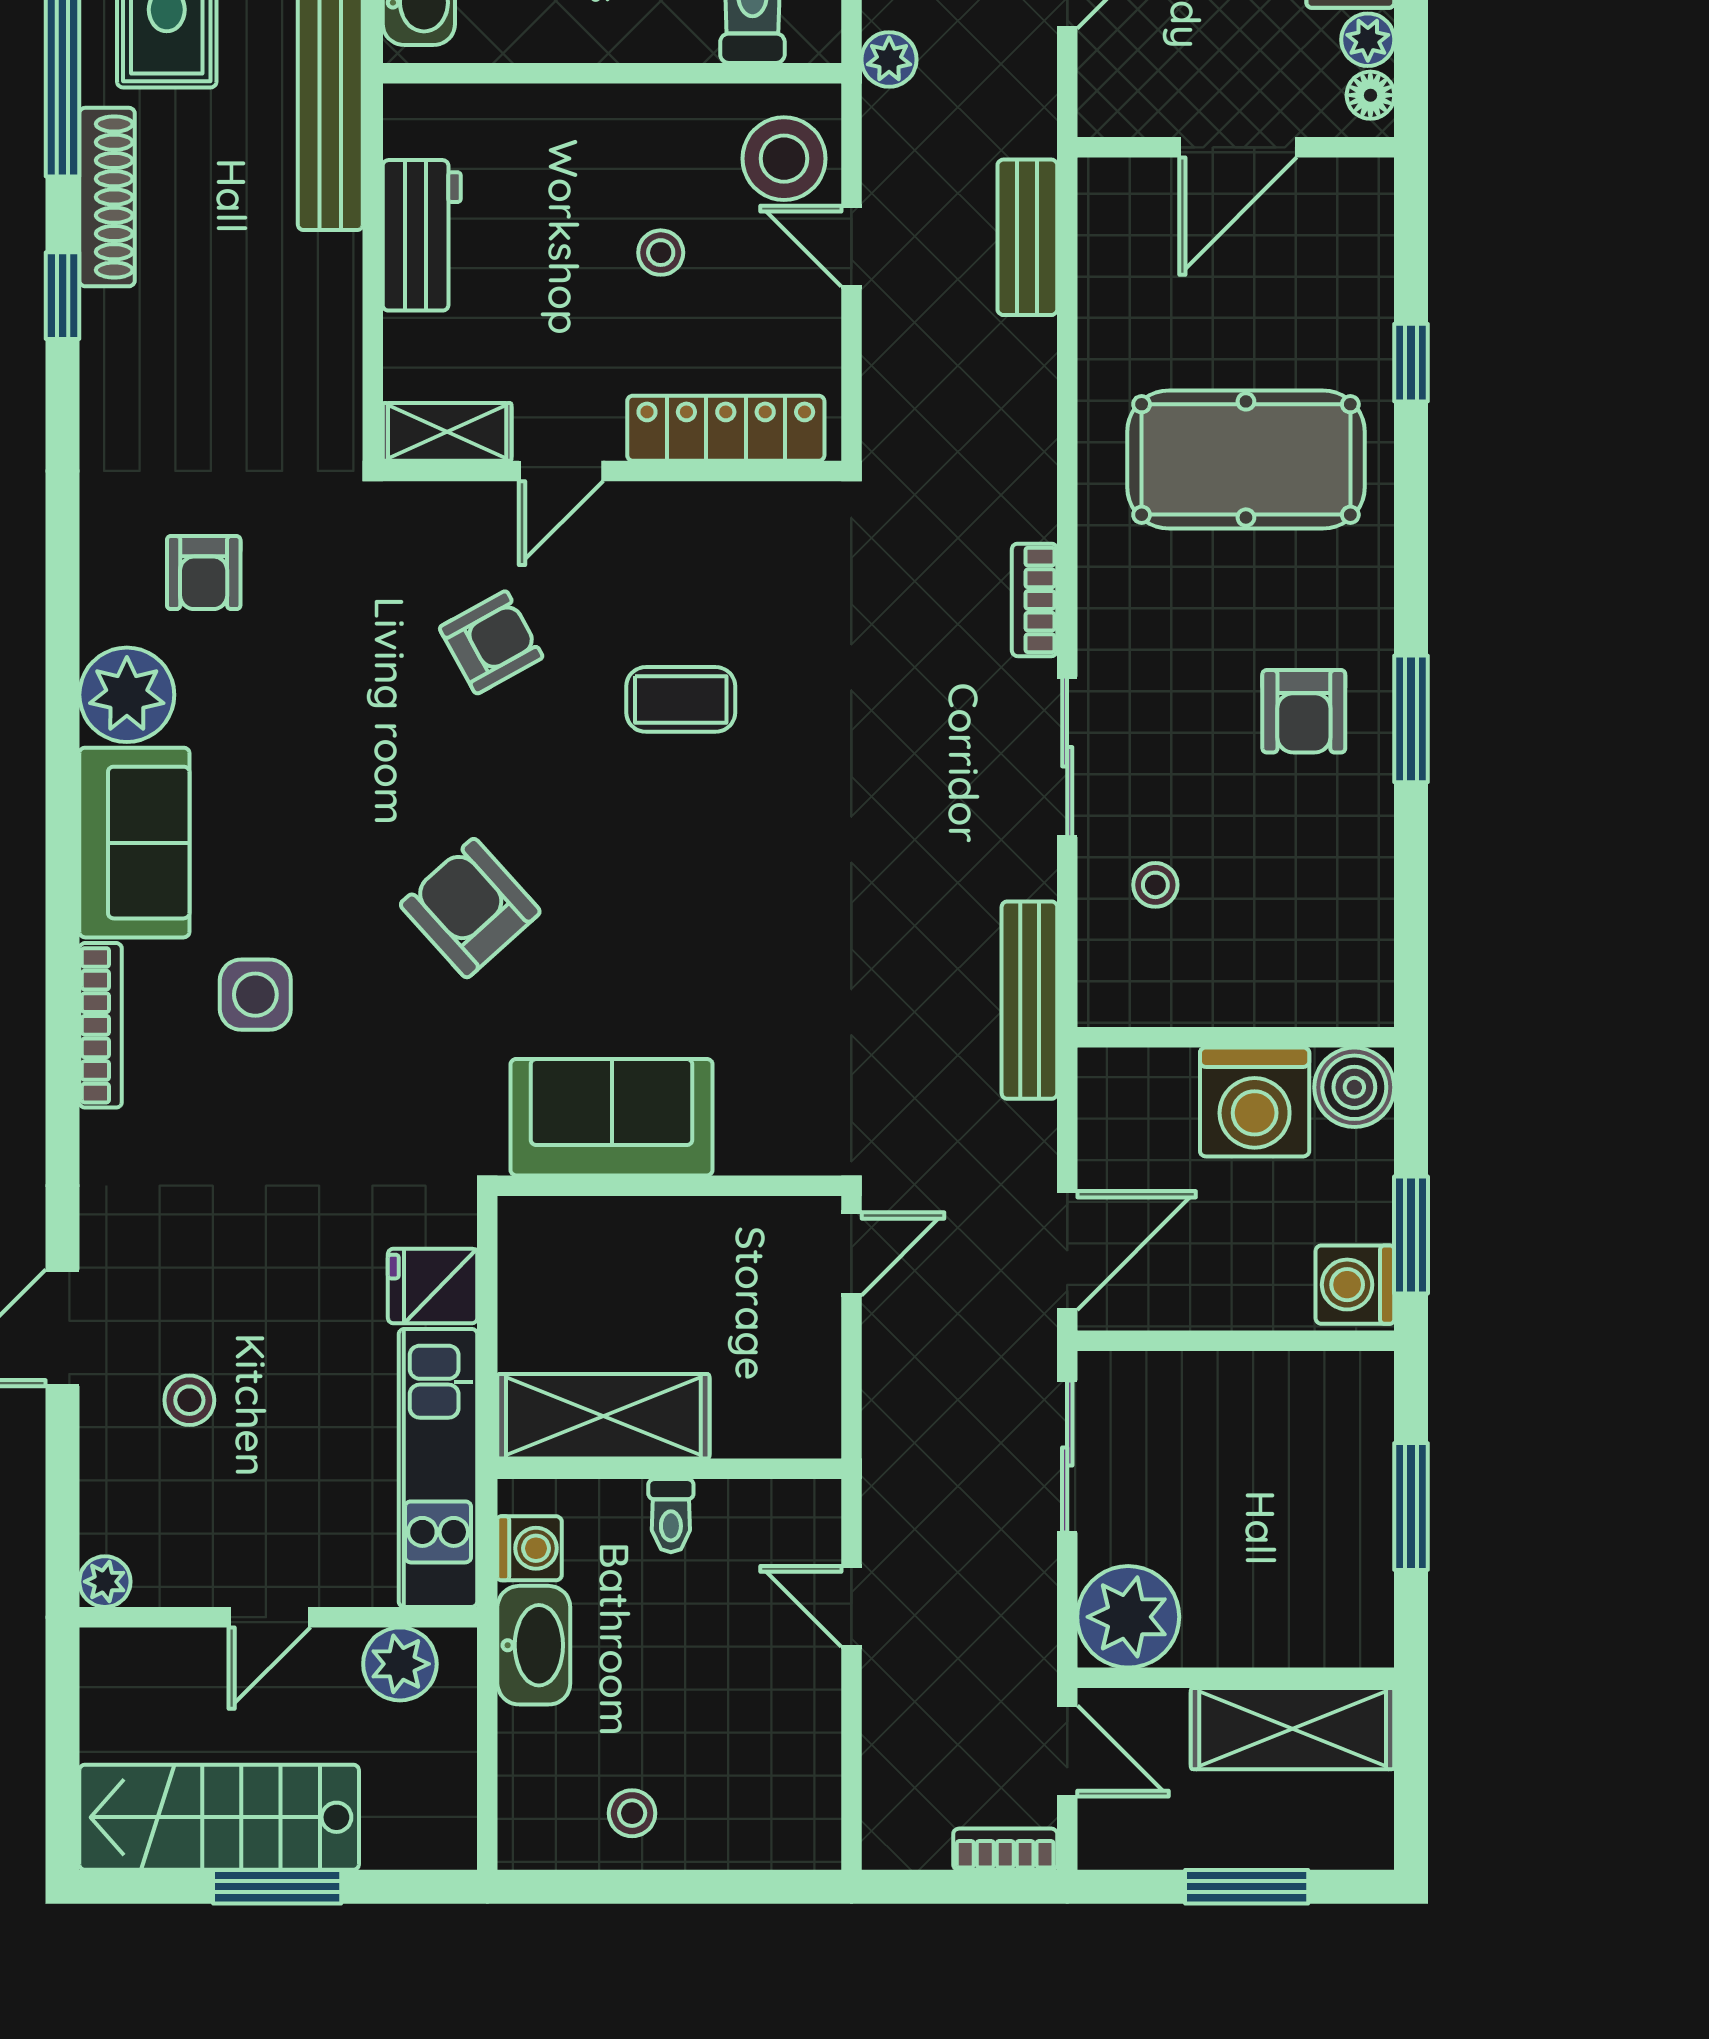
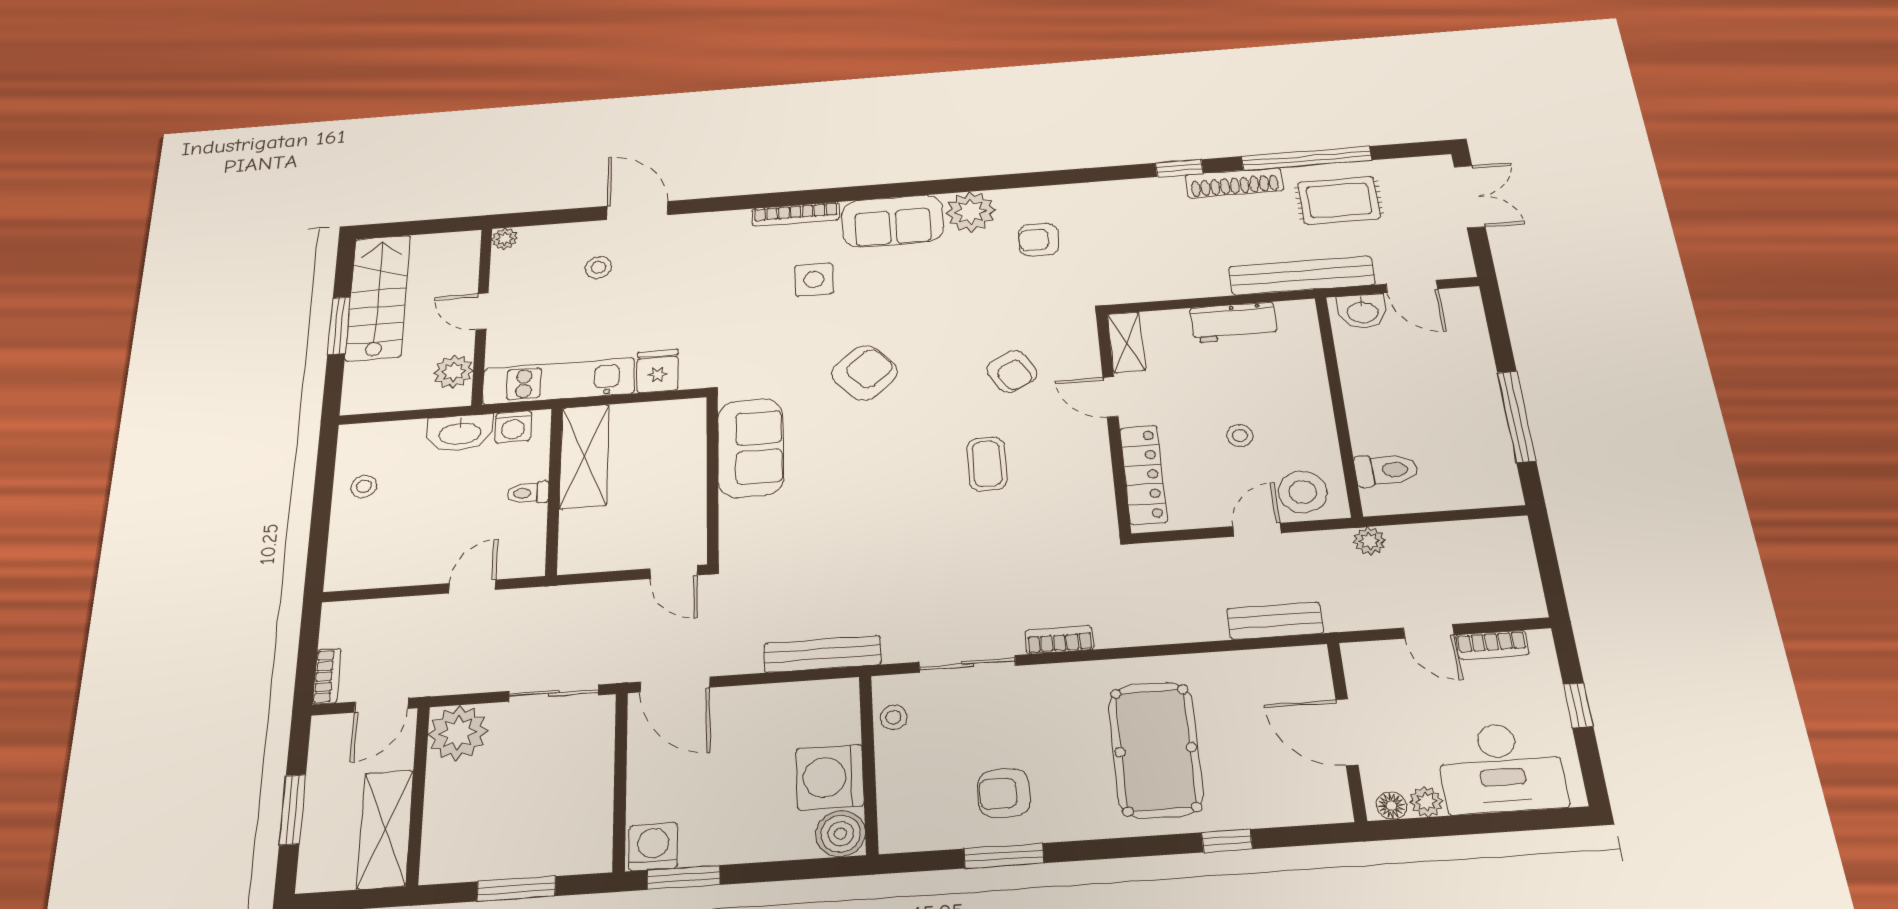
wall: (1236, 1037) -> (869, 764), moved
boiler: (1354, 1087) -> (841, 834), moved
washing machine: (1255, 1102) -> (830, 777), moved

